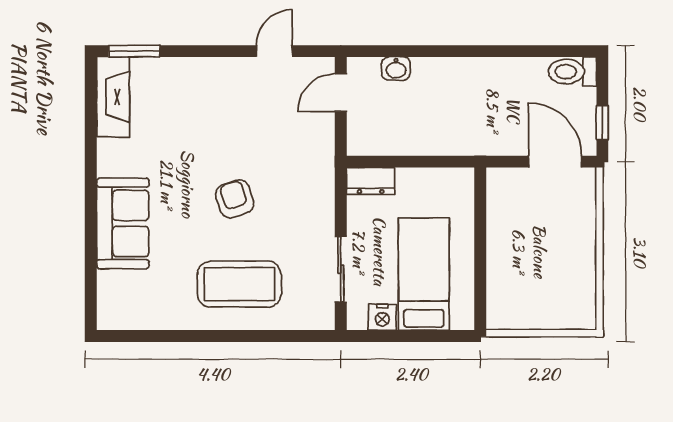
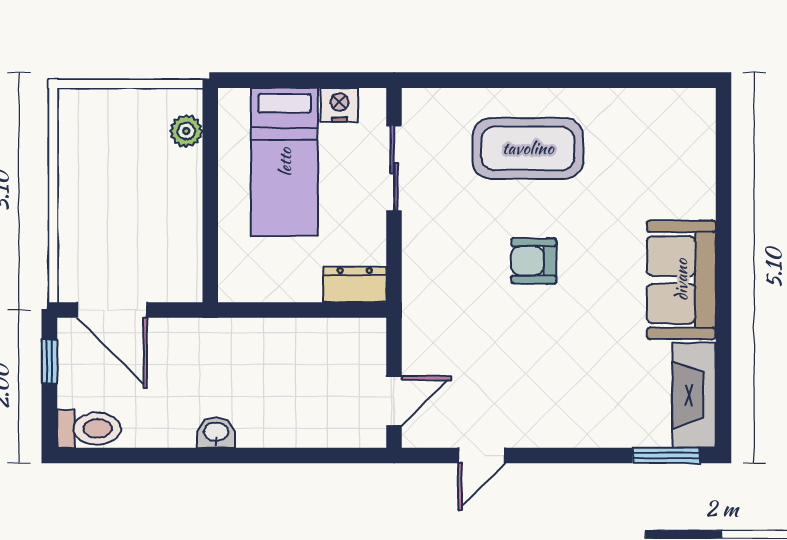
washbasin: (396, 69) -> (216, 433), moved
armchair: (235, 199) -> (534, 261), turned 109
sofa: (123, 223) -> (681, 280), moved
plant: (498, 297) -> (186, 131), added

